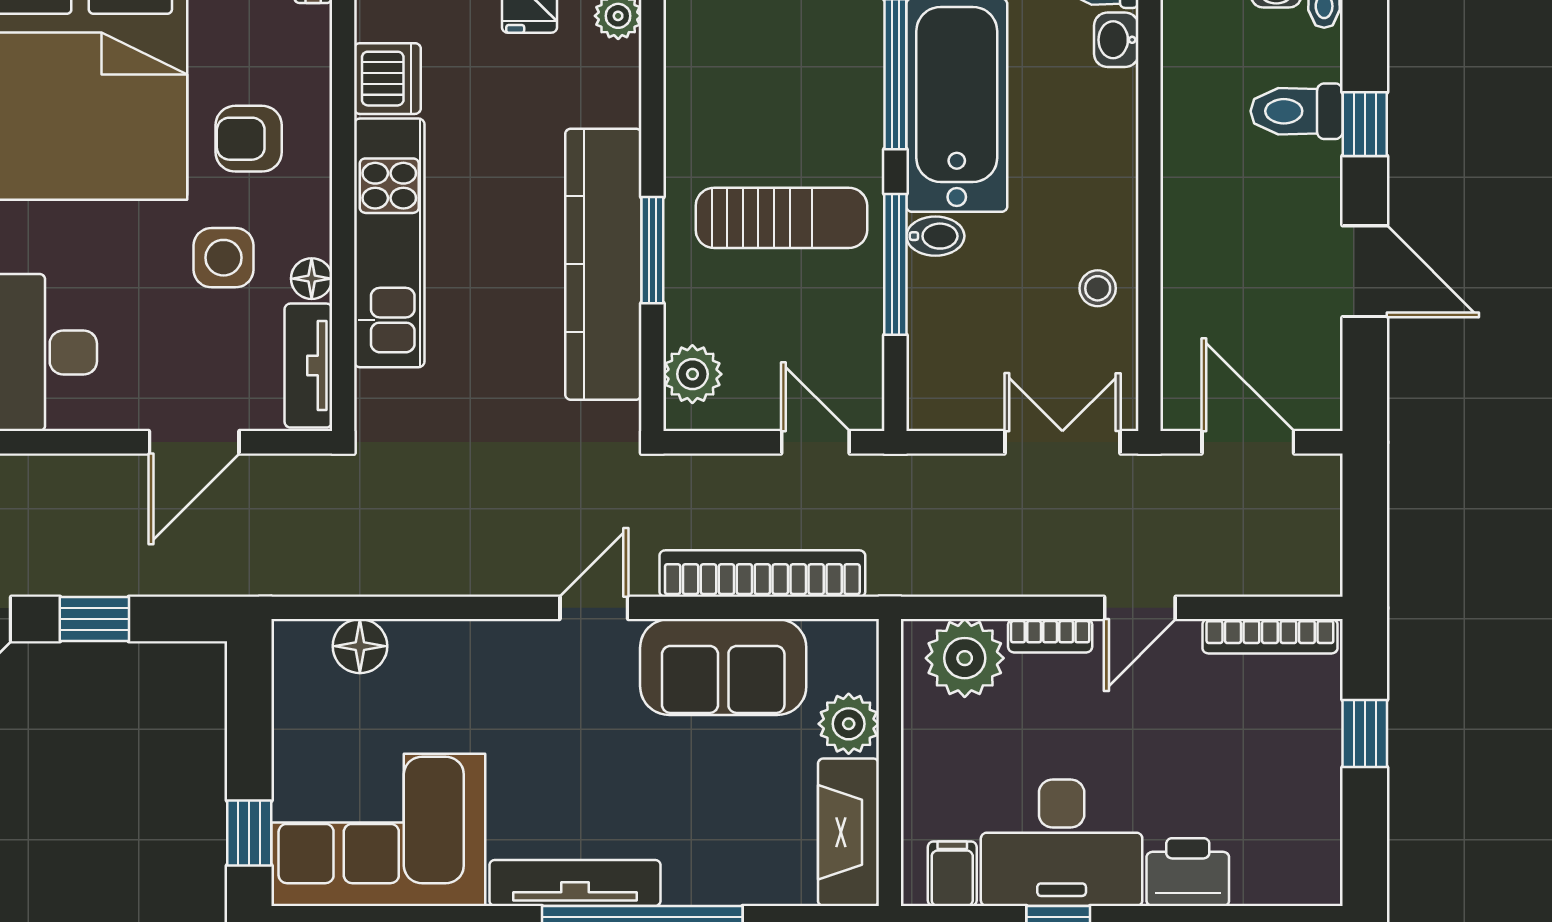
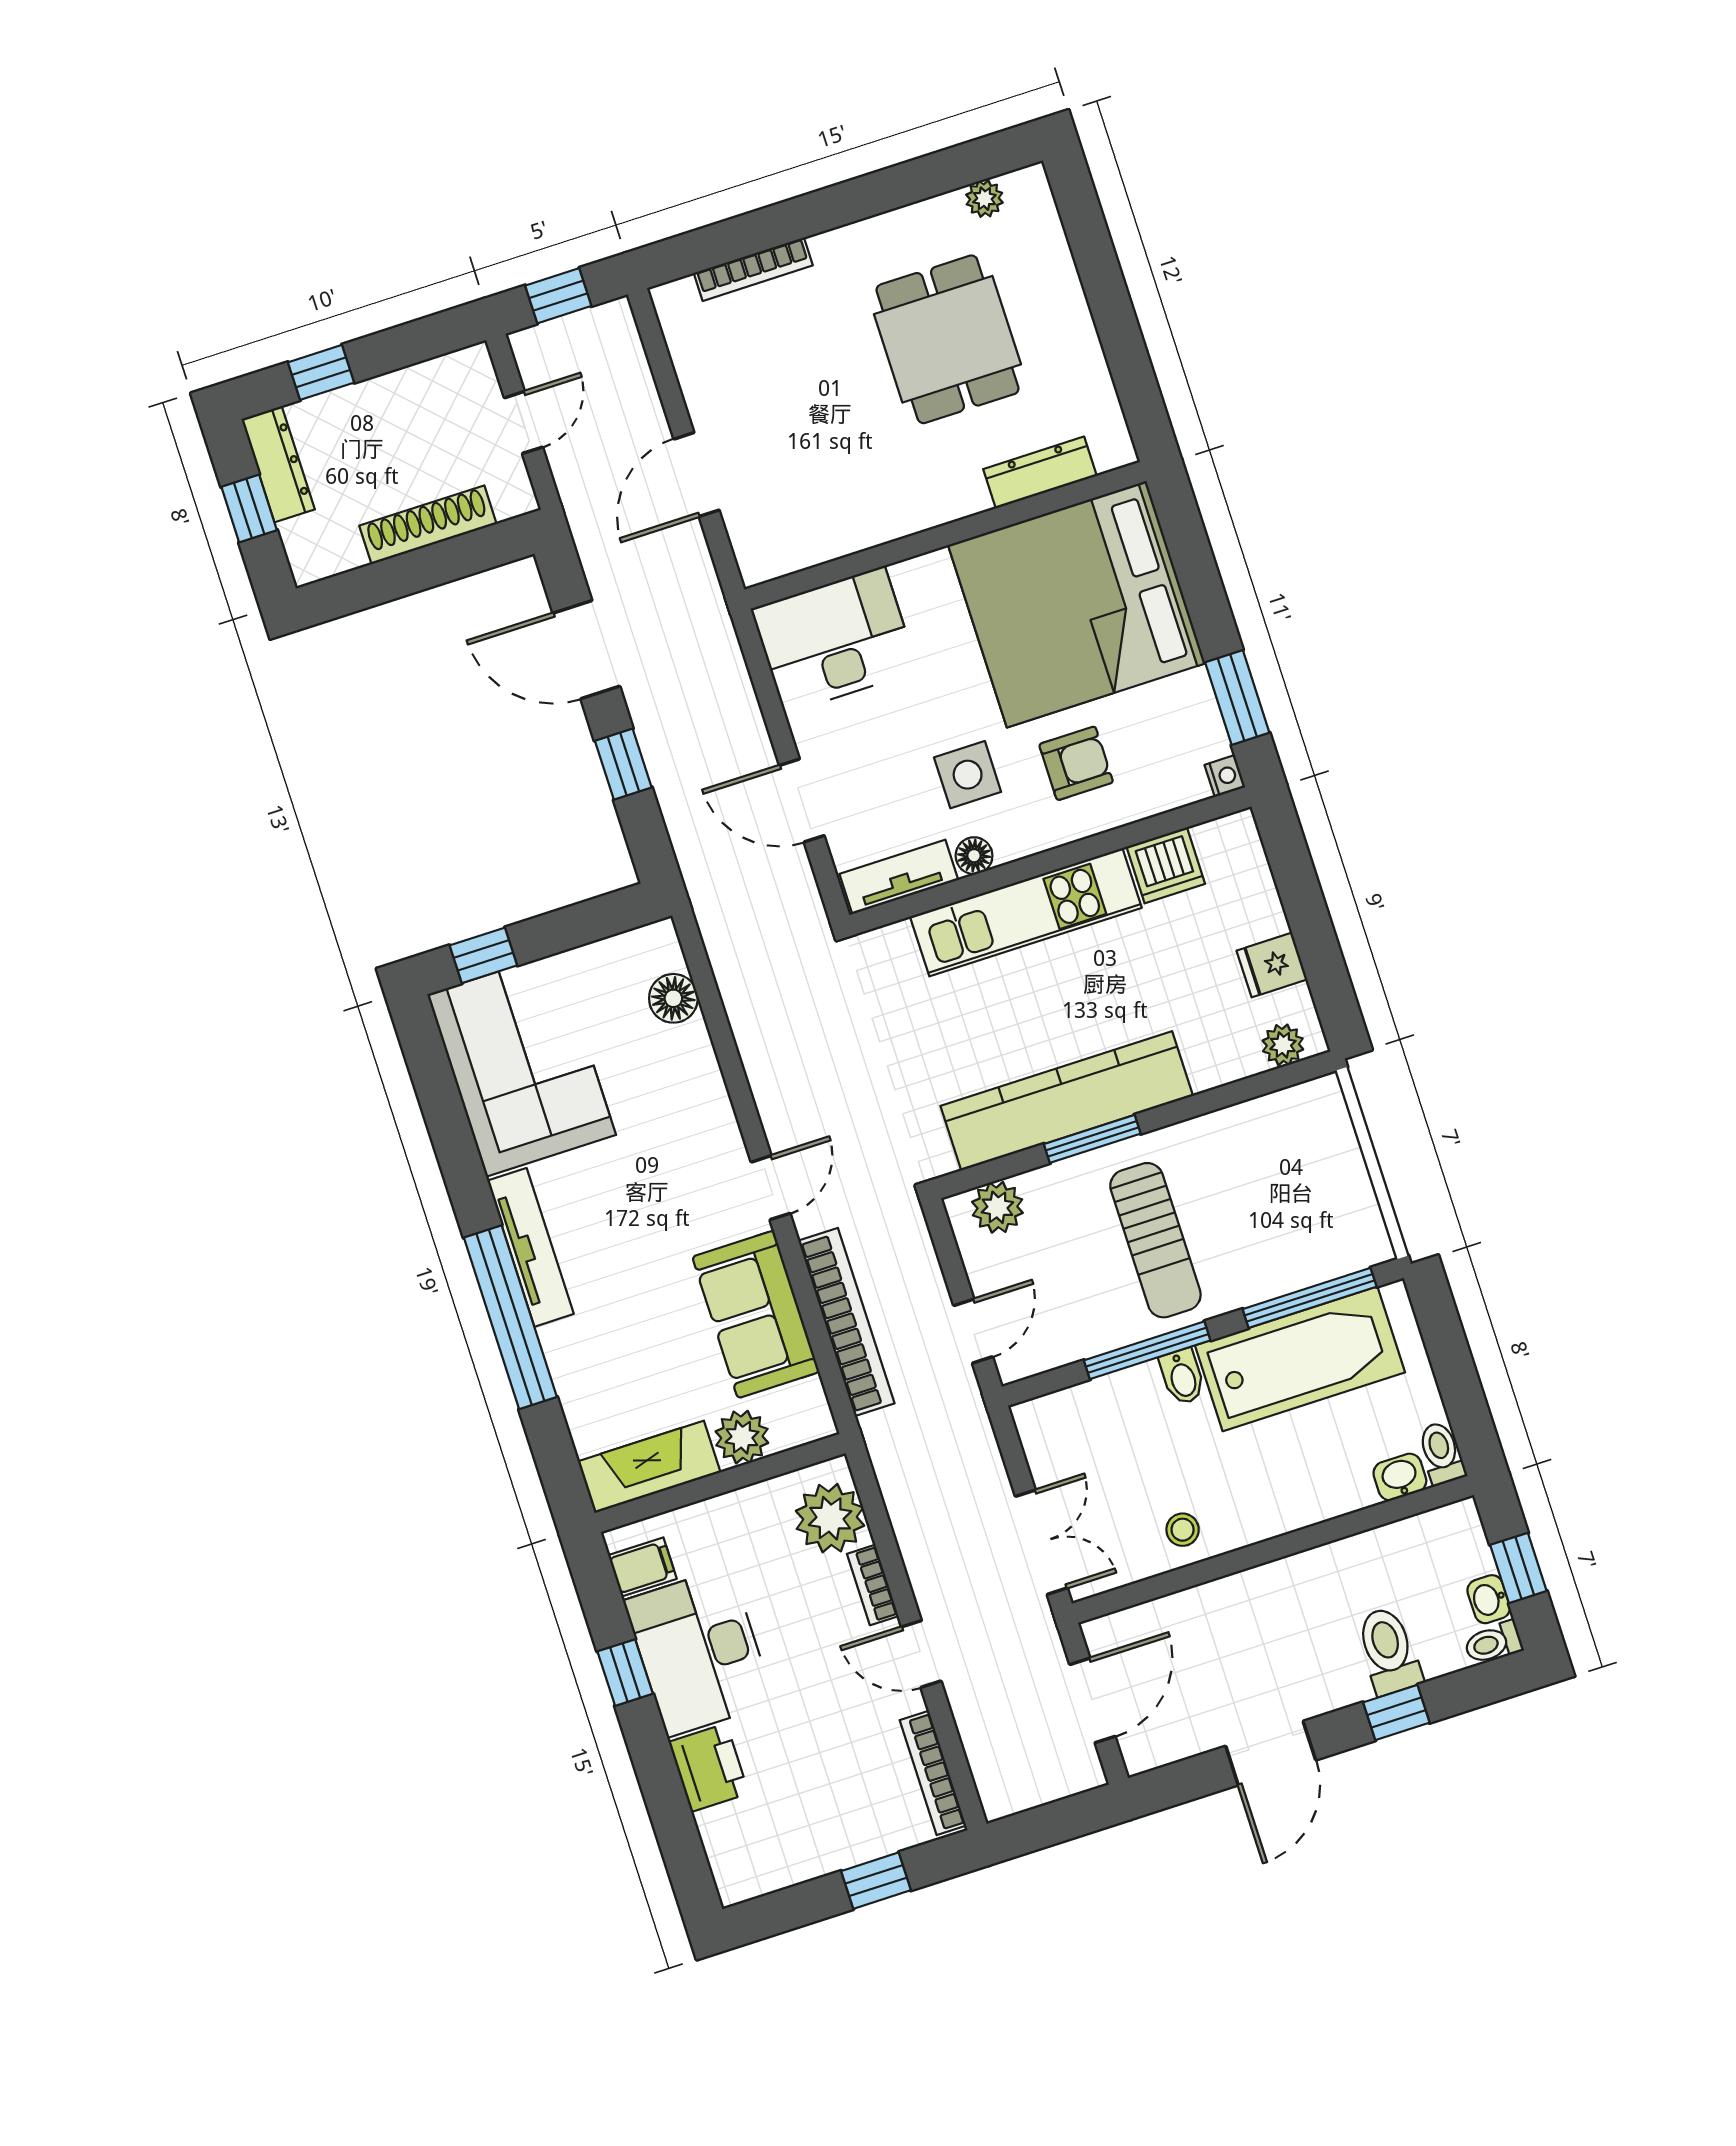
armchair: (249, 139) -> (1076, 763), turned 90
door: (594, 608) -> (771, 1188), hinge flipped

